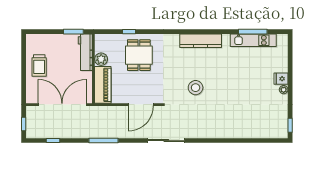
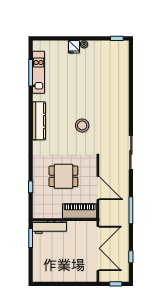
dining table: (139, 55) -> (63, 176), moved
plant: (101, 59) -> (56, 213), removed
trolley: (39, 65) -> (62, 270), removed
double door: (62, 105) -> (98, 248), swing flipped
door: (141, 105) -> (98, 188), moved

